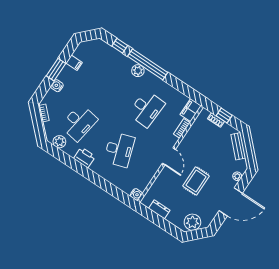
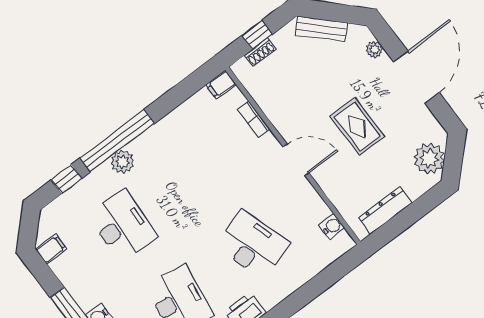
filing cabinet: (74, 63) -> (51, 249), moved
desk: (147, 109) -> (123, 226), moved
filing cabinet: (191, 110) -> (221, 85), width x0.50
water cooler: (136, 194) -> (332, 226), moved
dresser: (159, 209) -> (385, 210), width x1.44

